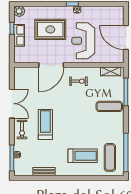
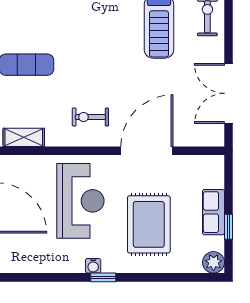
rug: (50, 29) -> (149, 224), turned 90
double door: (12, 104) -> (229, 93), moved

